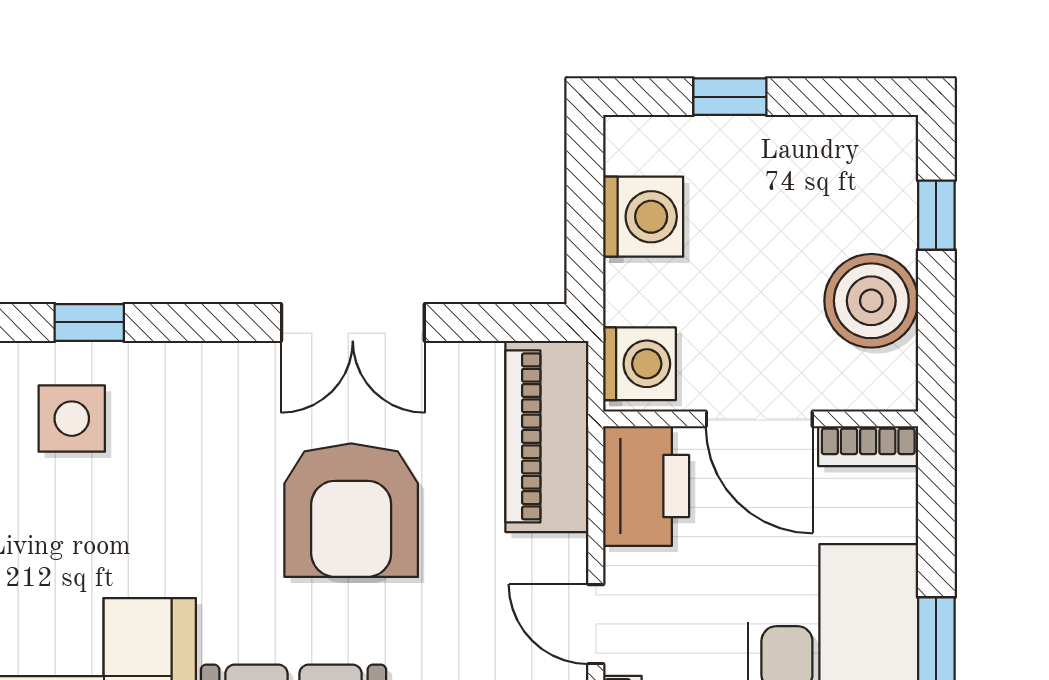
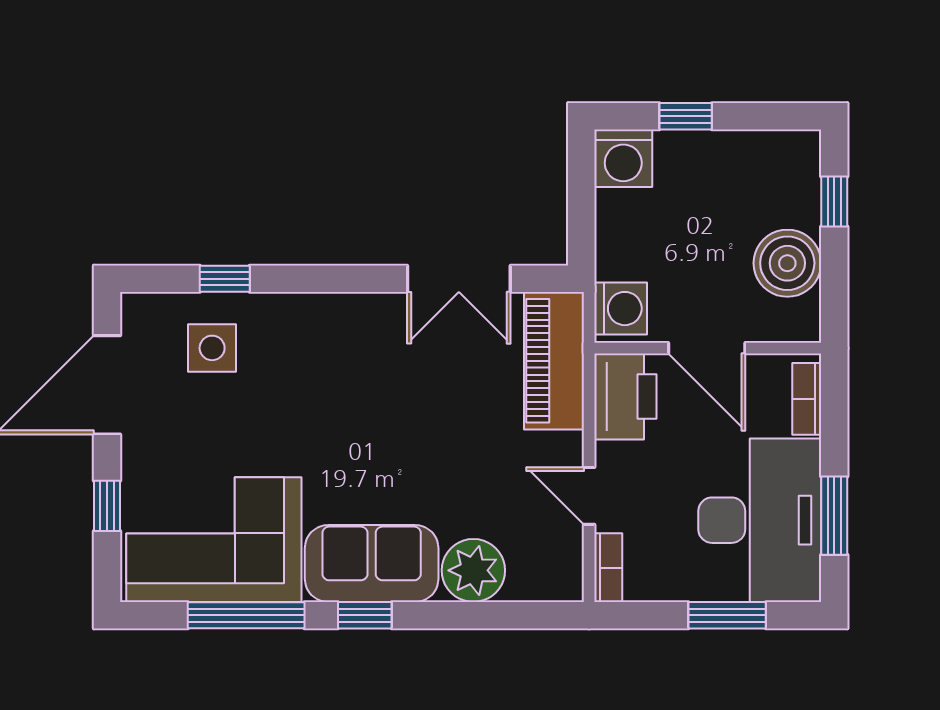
washing machine: (643, 217) -> (623, 158), moved, turned 90
double door: (353, 322) -> (459, 279), moved
bookcase: (868, 446) -> (807, 399), moved, turned 90
armchair: (351, 510) -> (413, 414), removed

